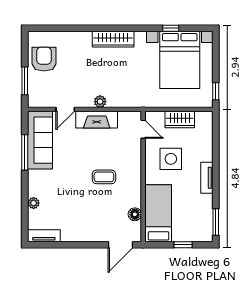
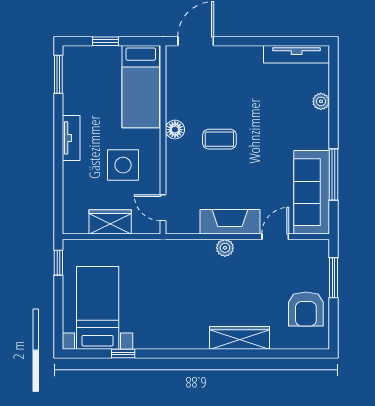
wardrobe: (113, 39) -> (240, 338), moved
bed with nightstands: (180, 60) -> (98, 308), width x0.73
floor lamp: (135, 214) -> (175, 130), moved
tv unit: (44, 236) -> (297, 54), width x1.41

